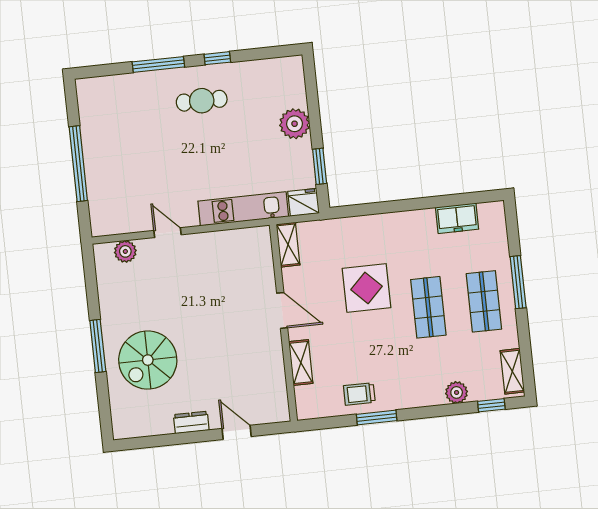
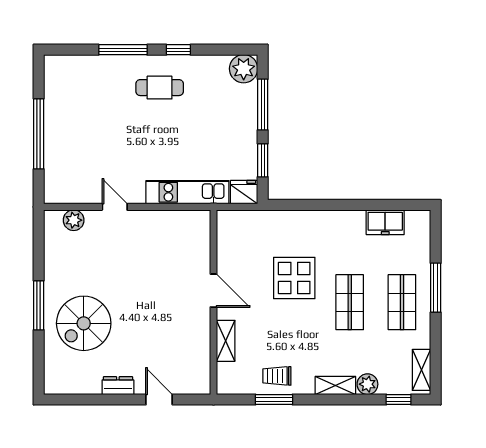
window: (313, 107) -> (263, 105), added
plant: (295, 124) -> (244, 69), moved
shelving: (288, 245) -> (335, 386), moved, turned 90
window: (377, 418) -> (274, 399), moved

